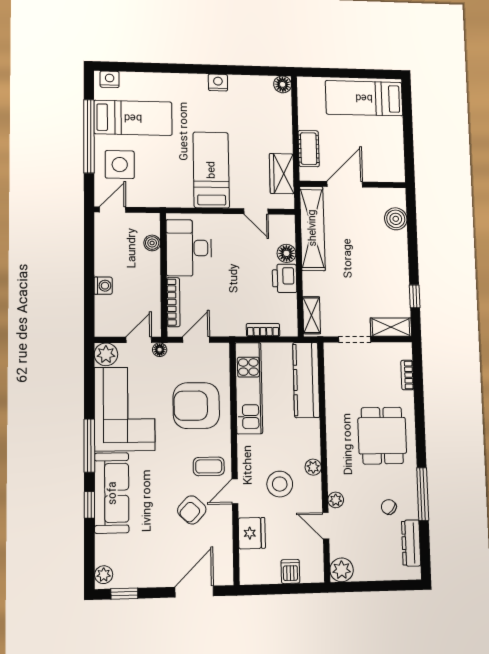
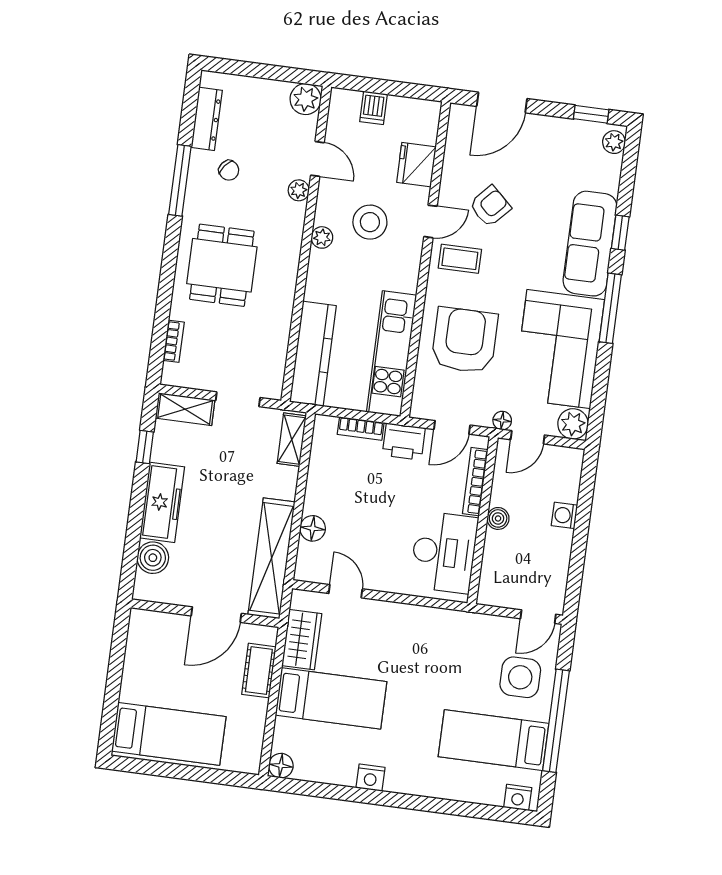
bed: (211, 170) -> (331, 698), moved, turned -90
boiler: (152, 243) -> (498, 518), moved
freezer: (396, 259) -> (162, 502), added
printer: (285, 278) -> (404, 442), moved, turned 90
armchair: (196, 406) -> (465, 340), turned -90

